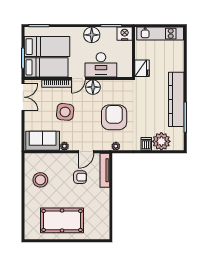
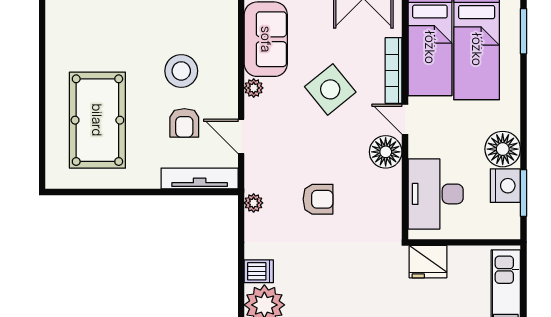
nightstand: (125, 34) -> (505, 186), moved
desk: (101, 65) -> (436, 194), moved
side table: (65, 112) -> (330, 89), turned 45
armchair: (114, 117) -> (318, 199), width x0.53, depth x0.53
stool: (40, 180) -> (181, 71), moved
pool table: (62, 220) -> (97, 120), moved

